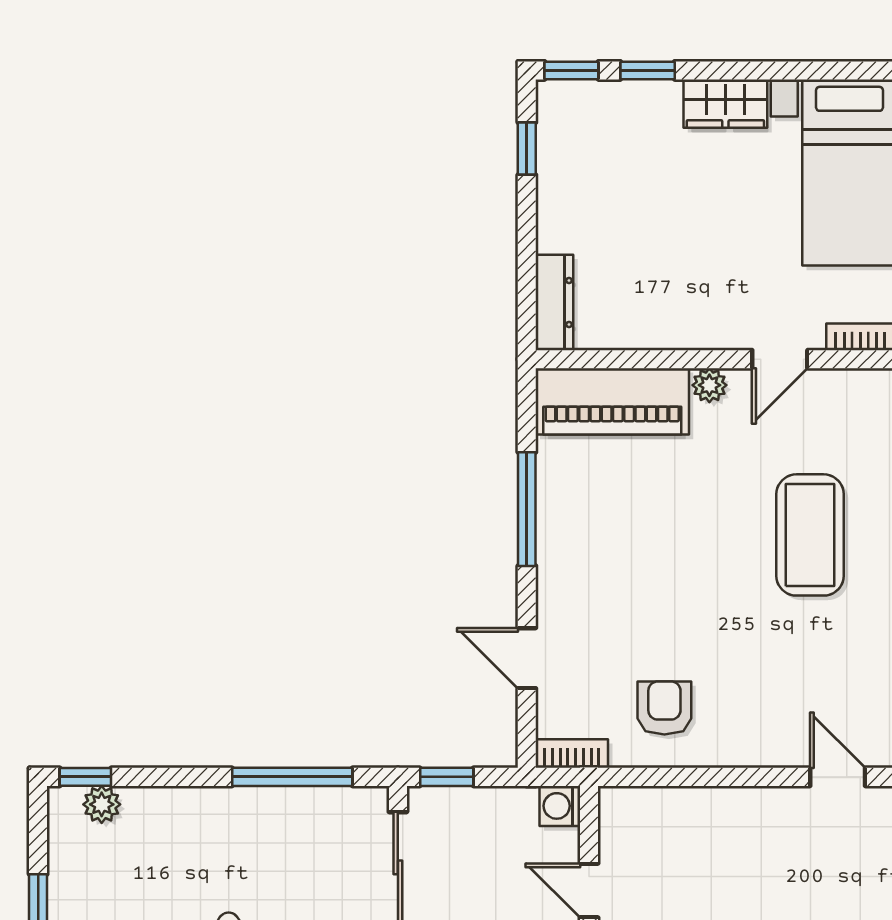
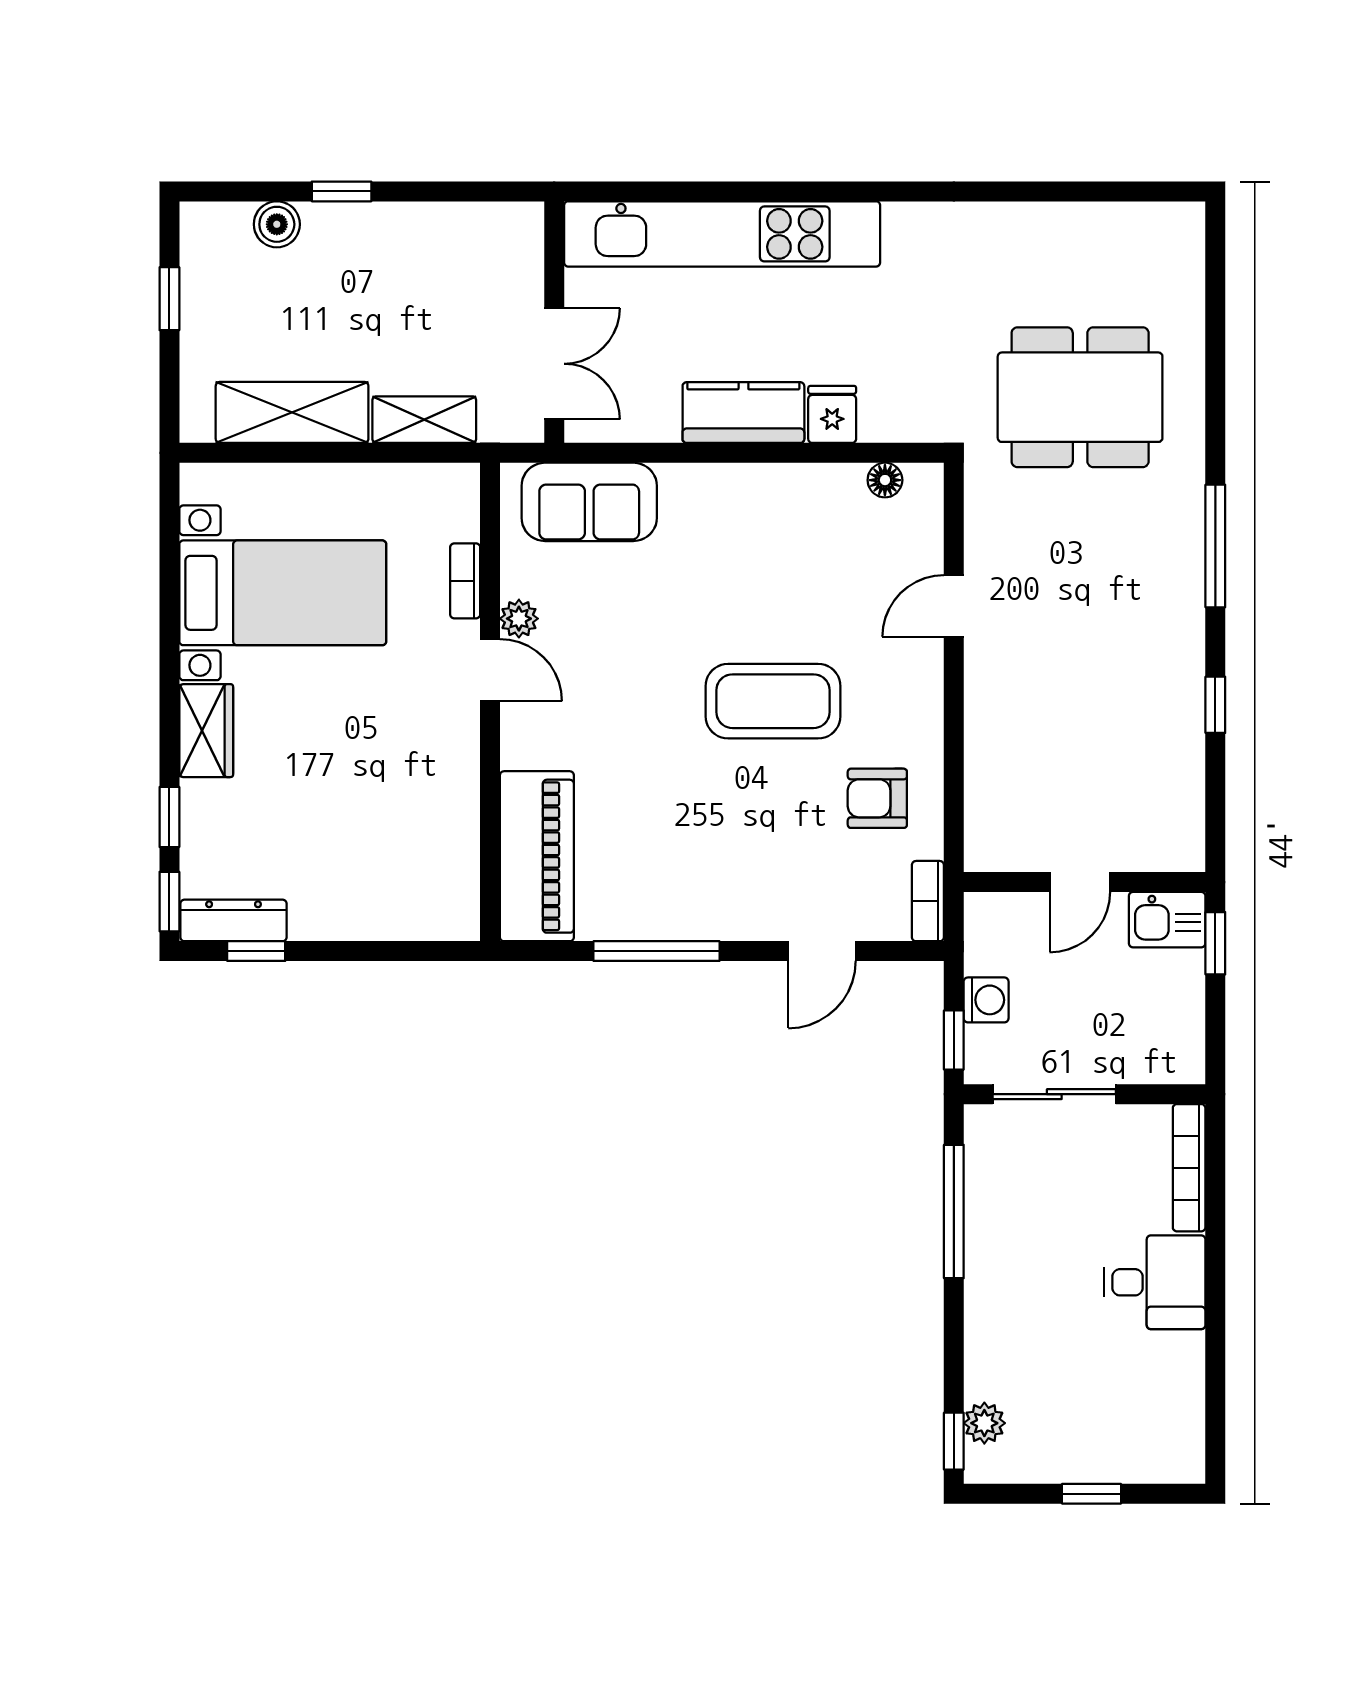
dresser: (554, 302) -> (234, 920), moved
plant: (709, 385) -> (519, 619), moved
coffee table: (810, 535) -> (773, 701), moved
washing machine: (560, 806) -> (986, 1000), moved, turned -90

